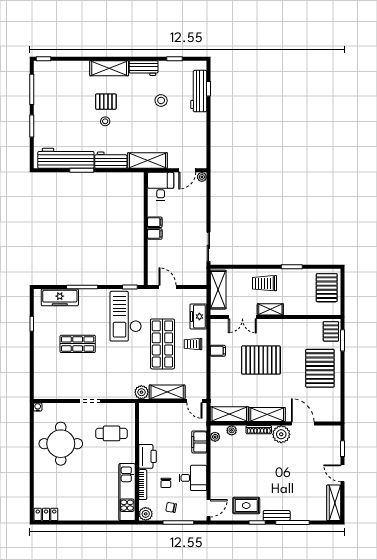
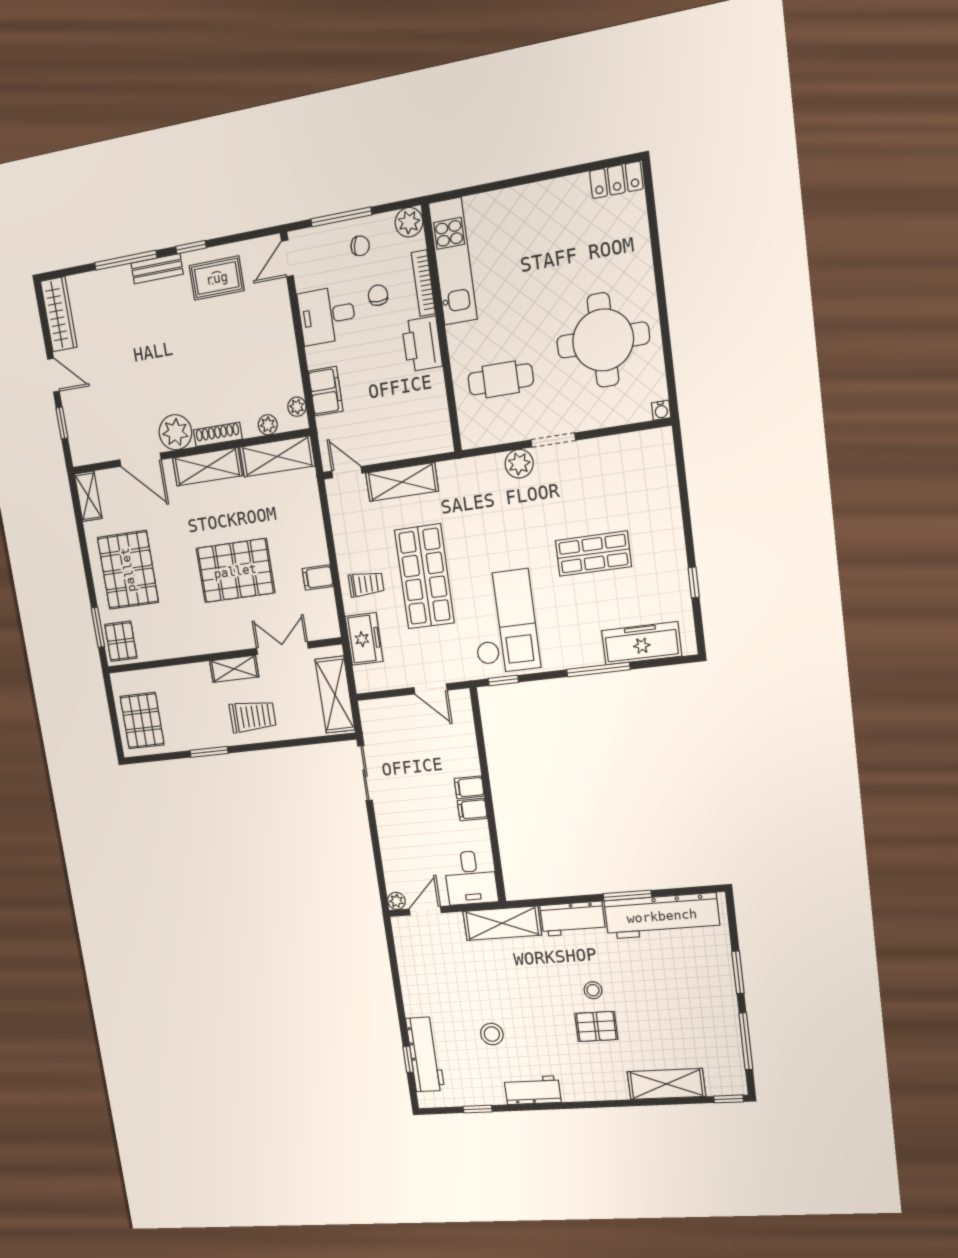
shelving: (109, 68) -> (666, 1084), moved
plant: (141, 392) -> (519, 464), moved
shelving: (335, 409) -> (88, 496), added

